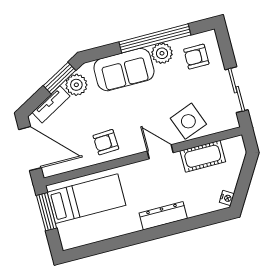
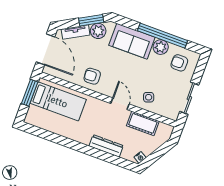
side table: (188, 121) -> (149, 97), width x0.54, depth x0.54
dresser: (163, 216) -> (106, 146), moved

